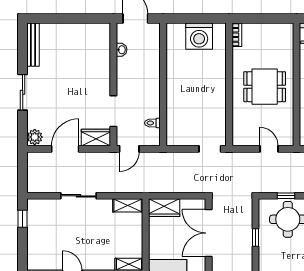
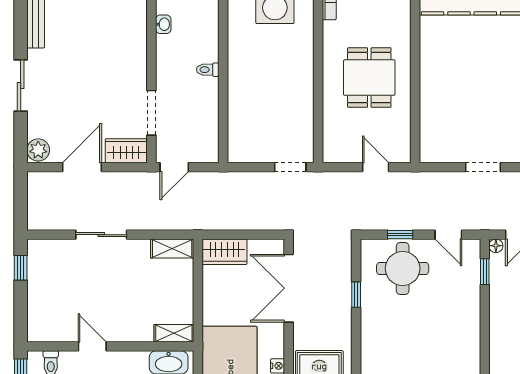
dining table: (265, 87) -> (369, 78), turned 90
toilet: (152, 123) -> (208, 70), moved

